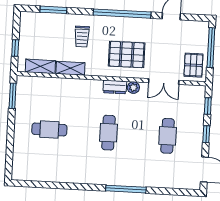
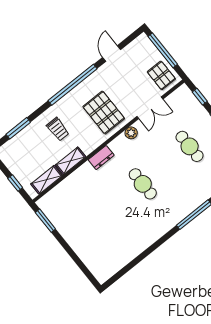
pallet: (127, 54) -> (104, 113), turned 90
dresser: (115, 87) -> (101, 158), moved
cafe table: (49, 129) -> (96, 221), removed

